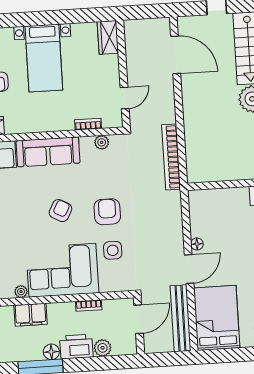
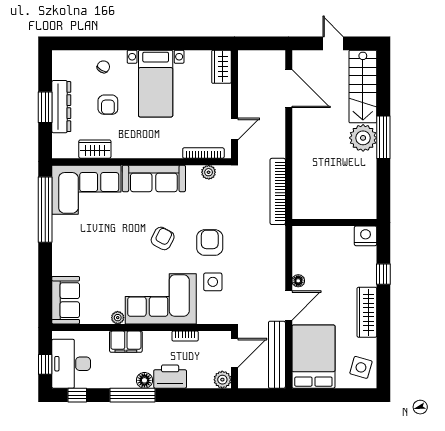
bookcase: (88, 124) -> (203, 153), width x1.56
plant: (103, 348) -> (222, 380), moved

